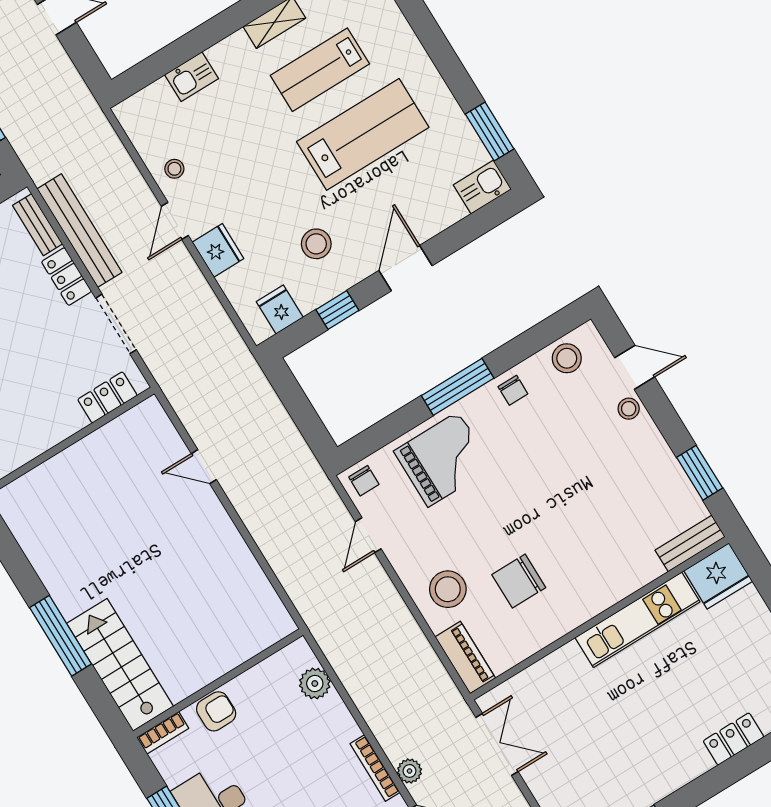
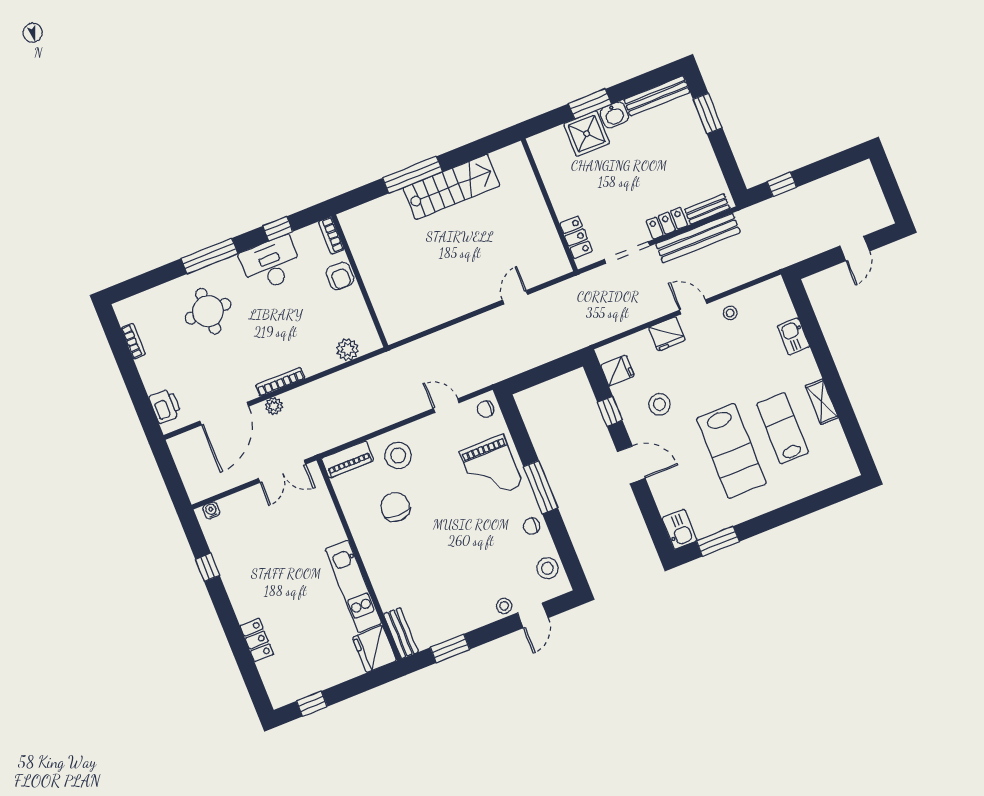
stairs: (120, 665) -> (452, 187), moved

